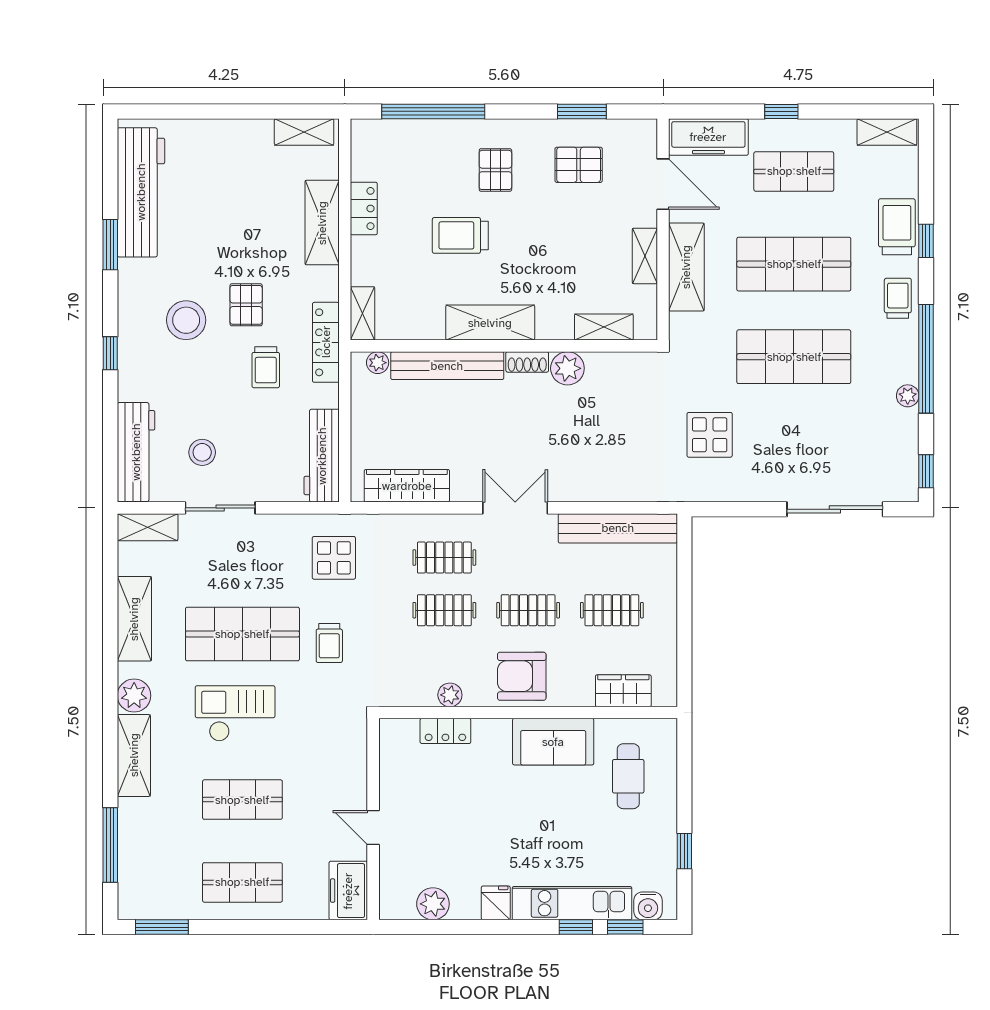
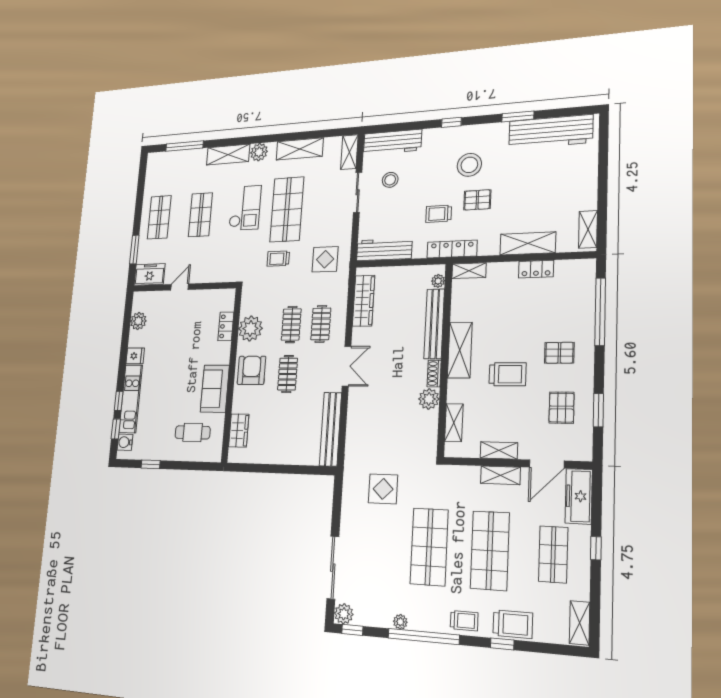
trolley: (460, 235) -> (508, 374), moved, turned 90
shelving: (686, 267) -> (500, 475), width x0.67, depth x0.75
plant: (903, 487) -> (344, 614), added
clothes rail: (612, 610) -> (284, 425), removed
plant: (450, 695) -> (250, 328), width x1.87, depth x1.87
window: (162, 927) -> (134, 249), moved

